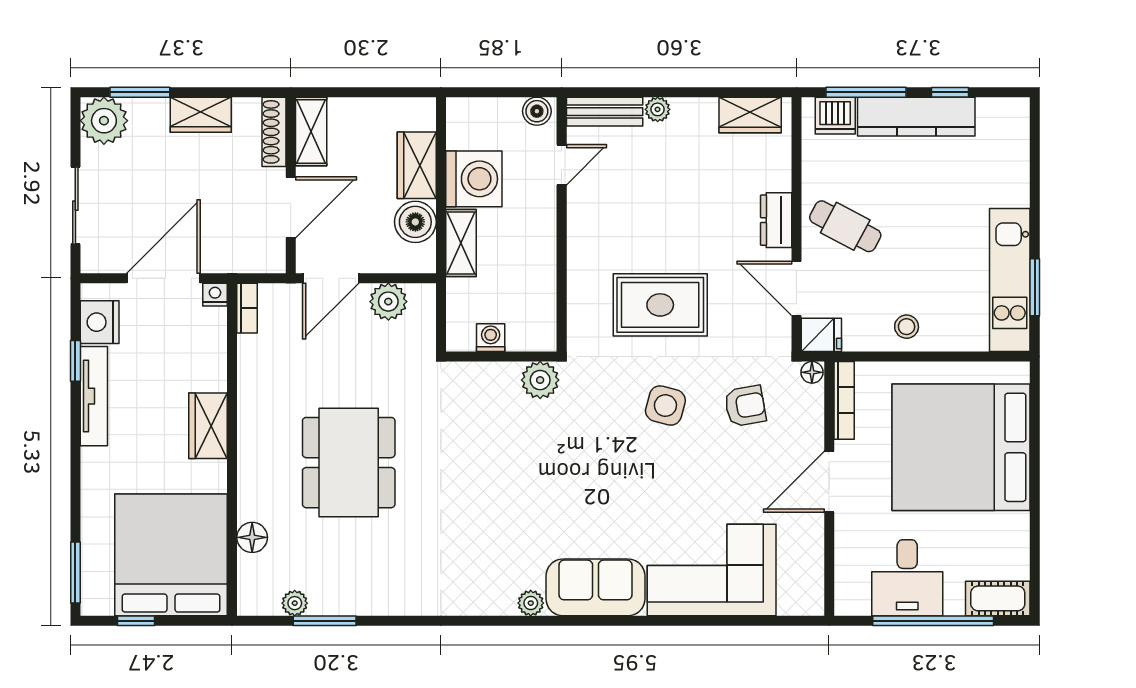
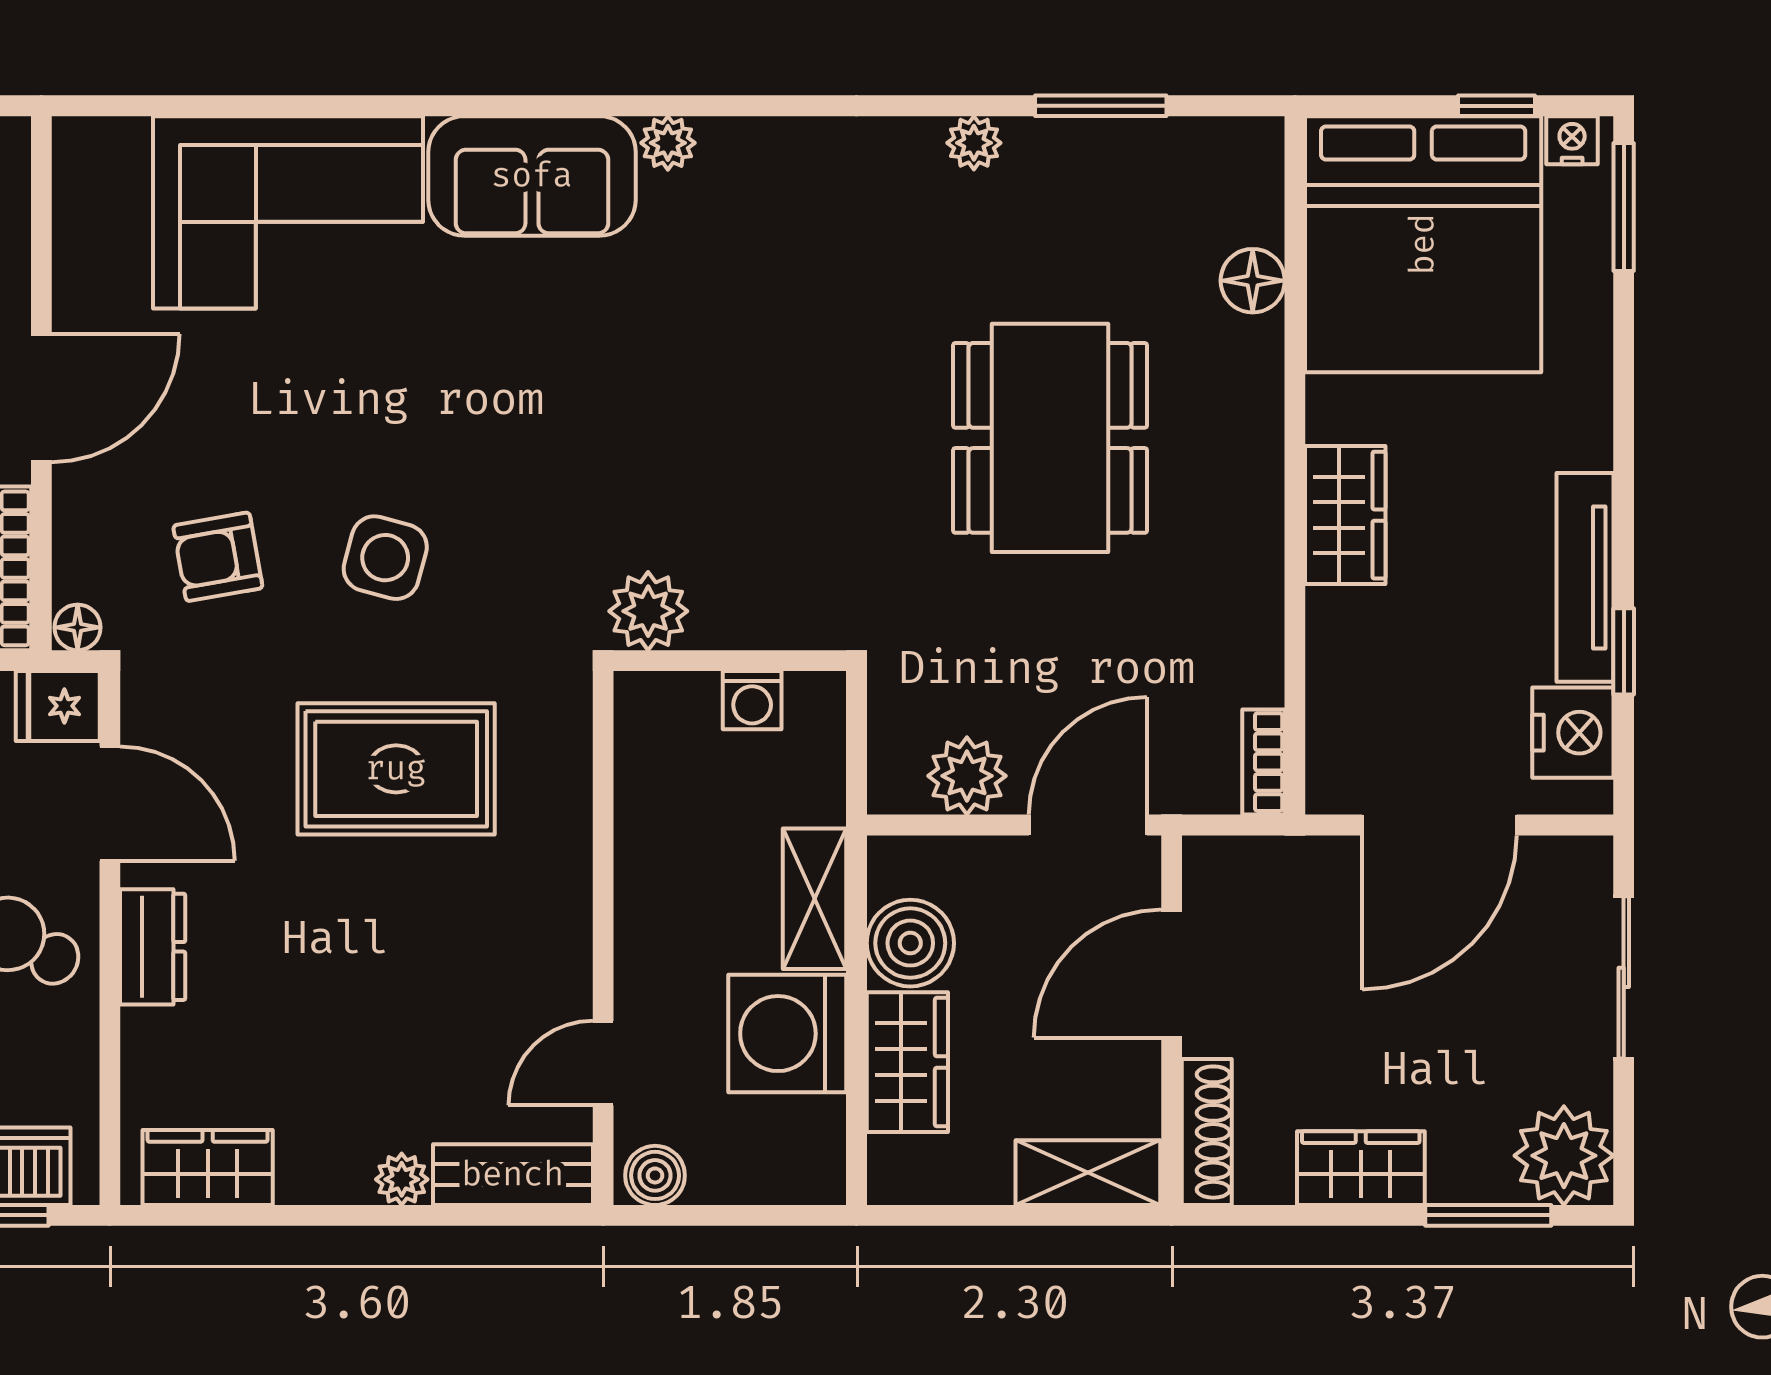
shelving: (311, 131) -> (1088, 1173), moved, turned 90
nightstand: (215, 295) -> (1572, 140), moved, turned 180
plant: (295, 603) -> (974, 143), moved

